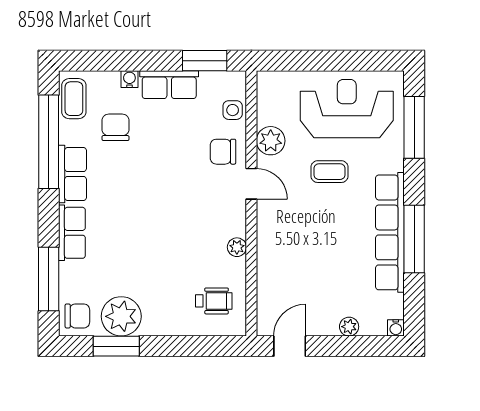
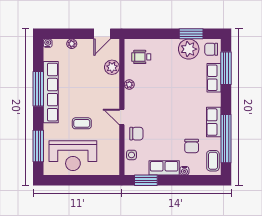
plant: (271, 141) -> (112, 67), moved
row of seats: (72, 233) -> (214, 78), moved

